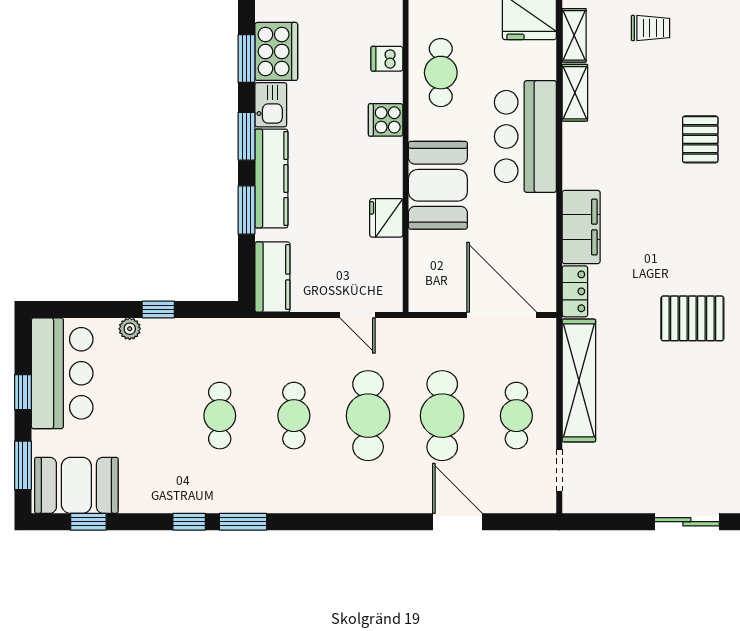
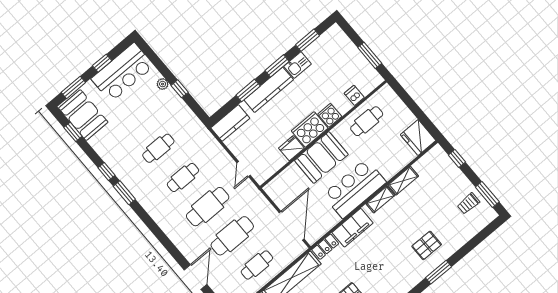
trolley: (651, 28) -> (468, 204), moved, turned 90
shelving: (574, 35) -> (380, 199), moved
cooker: (276, 51) -> (310, 129), moved, turned 180
bar counter: (525, 137) -> (355, 189), moved

